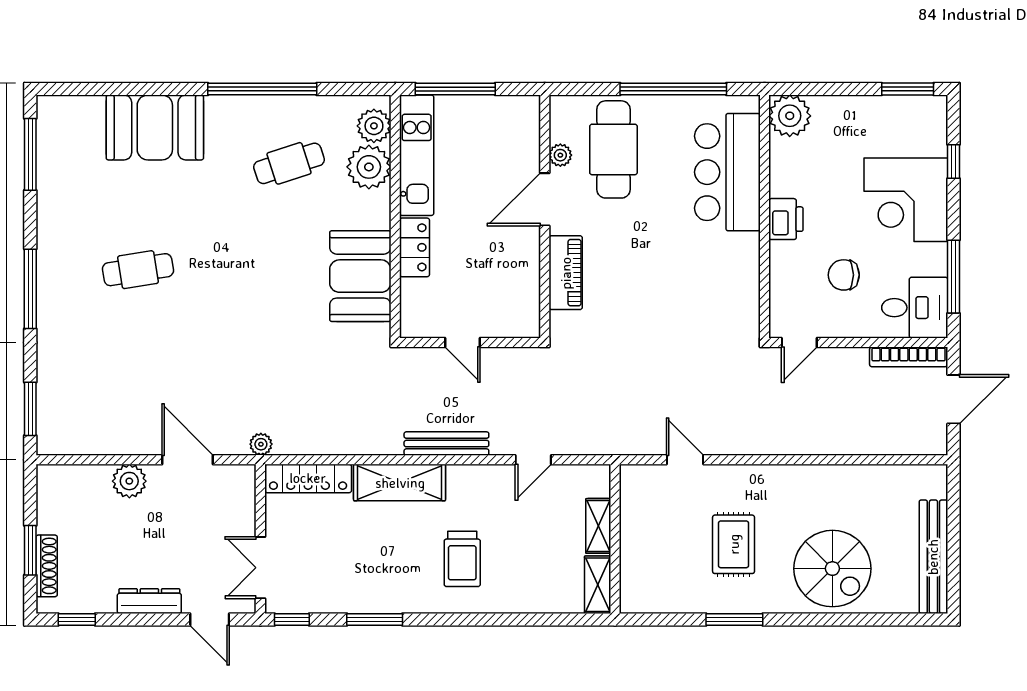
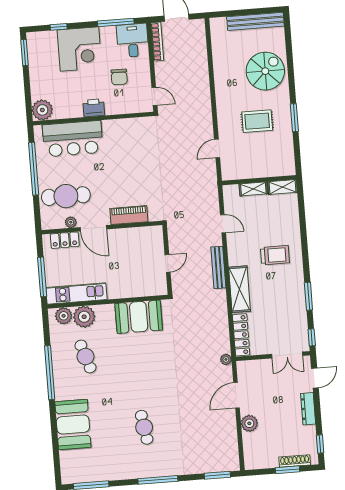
locker: (414, 247) -> (65, 240), moved, turned 180

